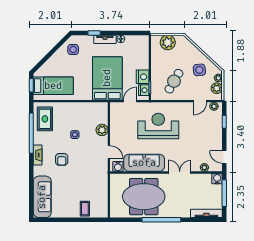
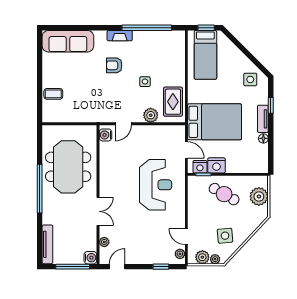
cafe table: (174, 81) -> (224, 194), moved
rug: (45, 119) -> (173, 102), moved, turned 90
sofa: (144, 163) -> (110, 167), removed

